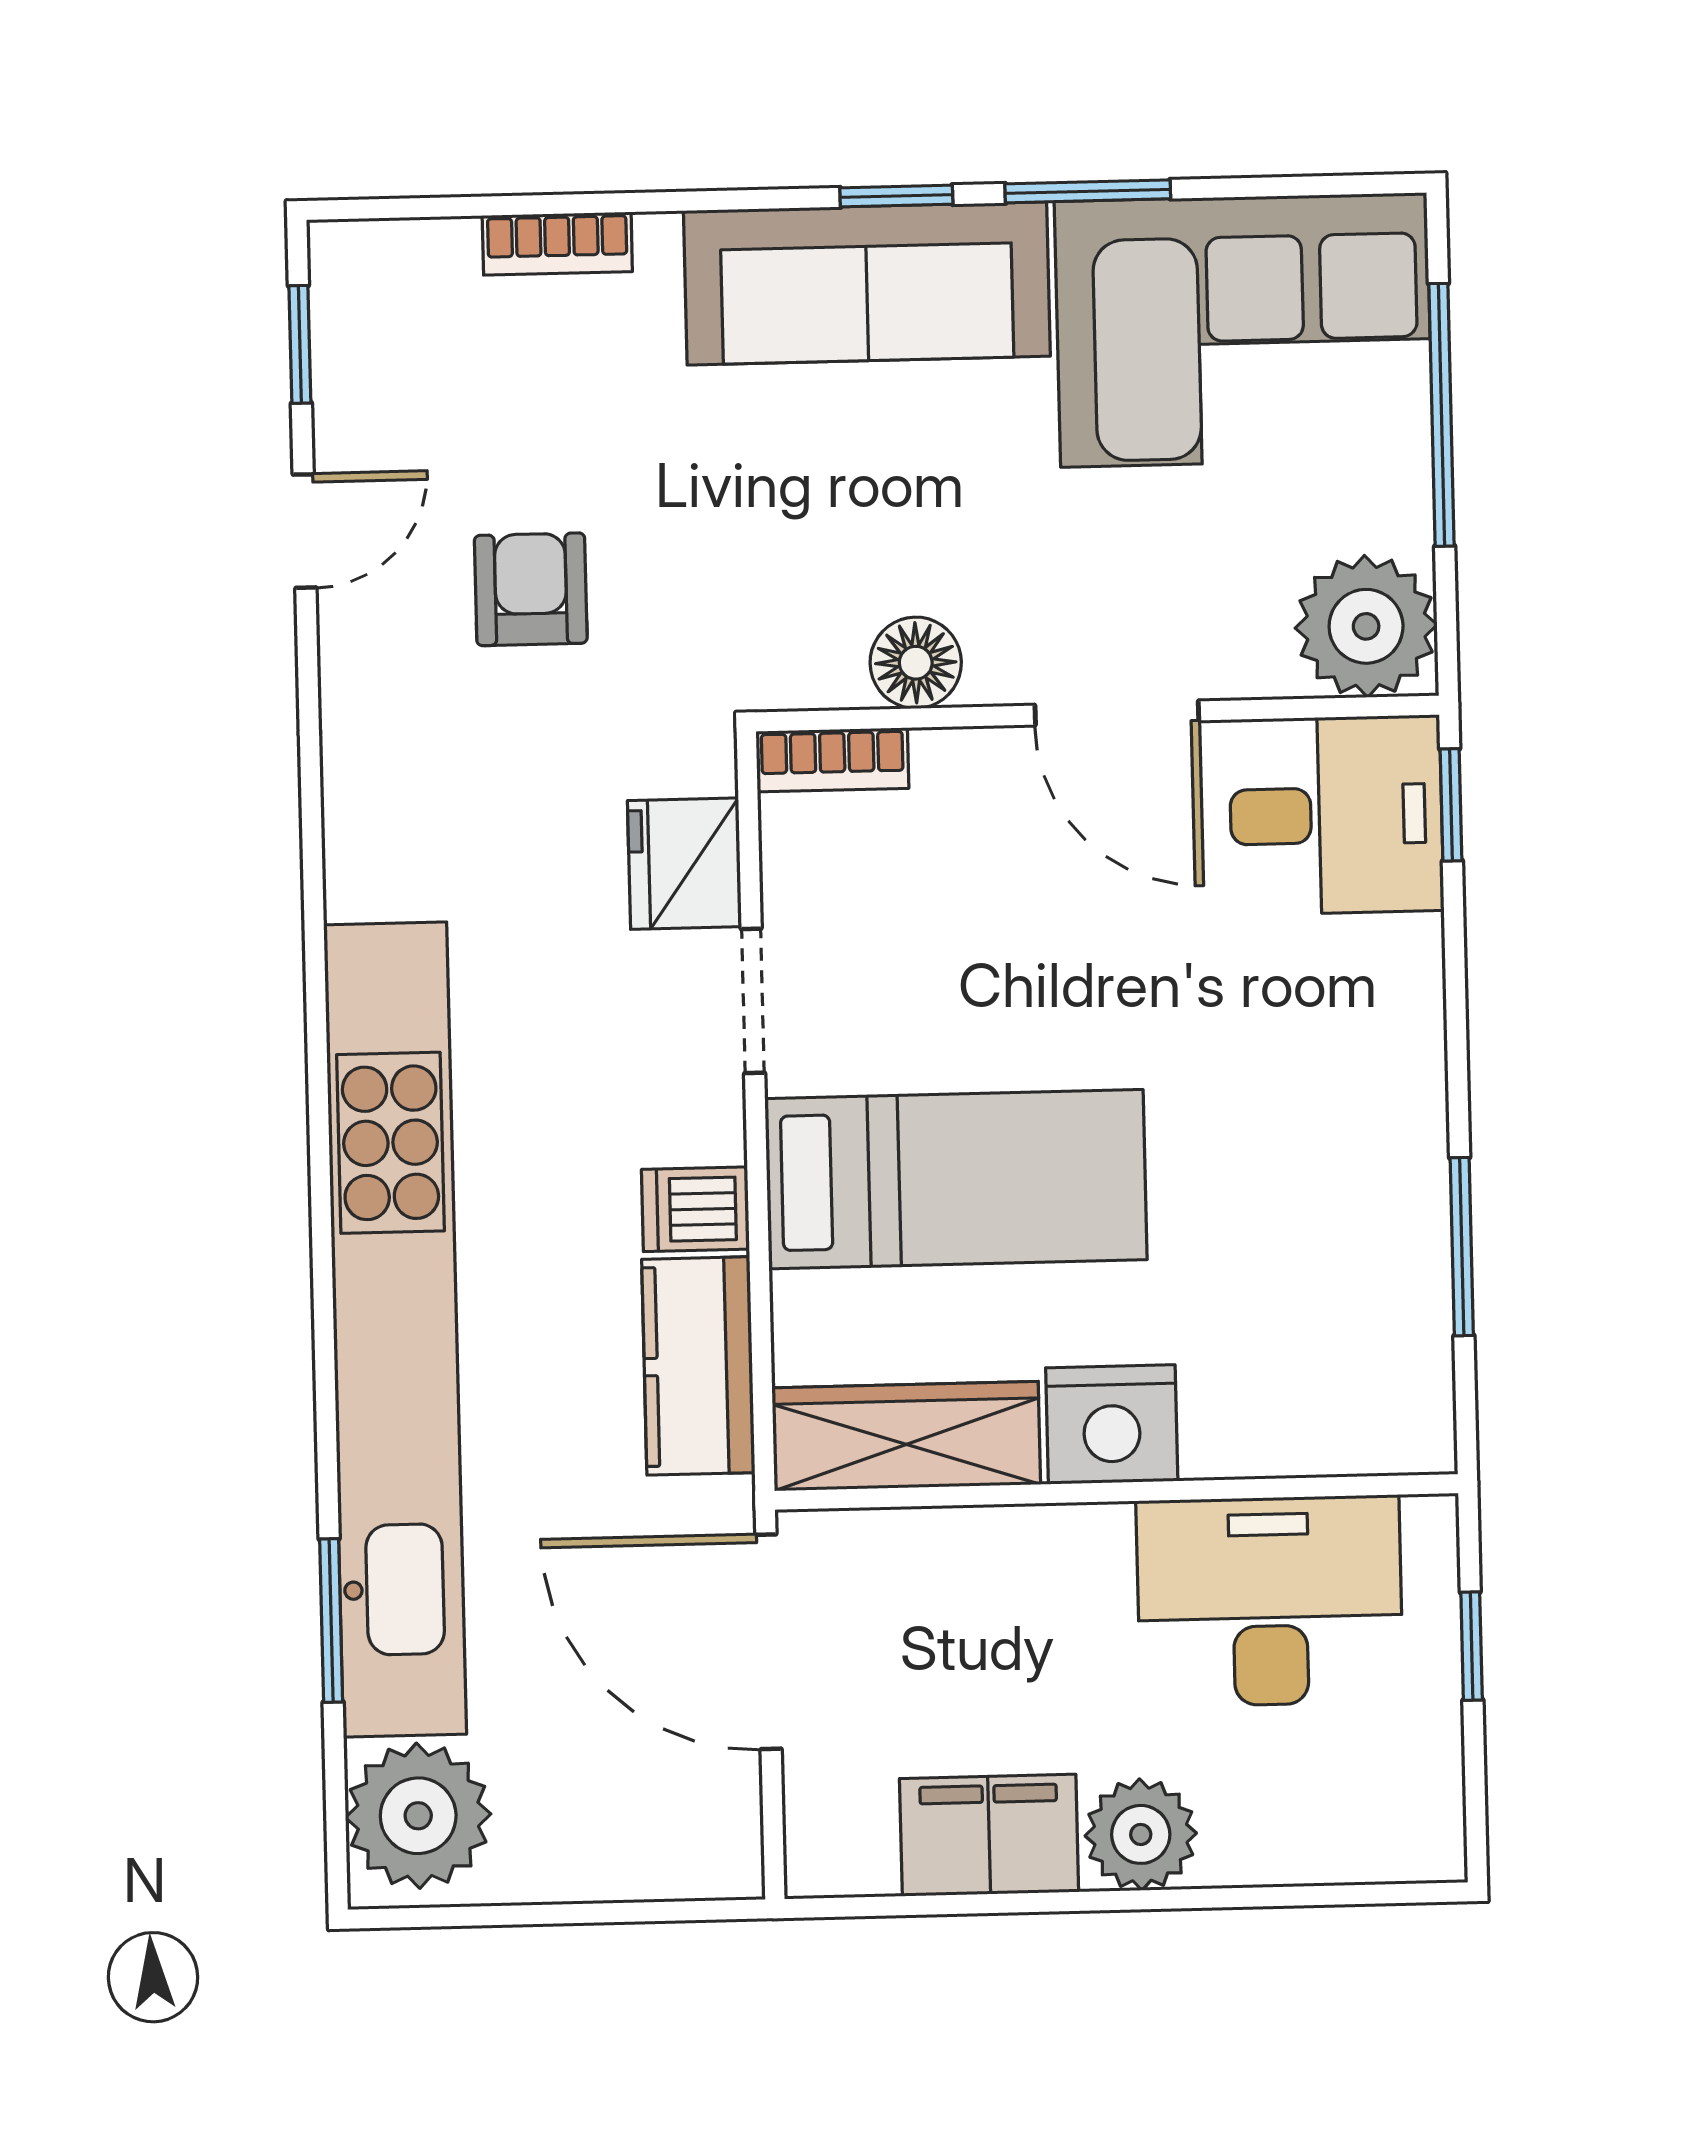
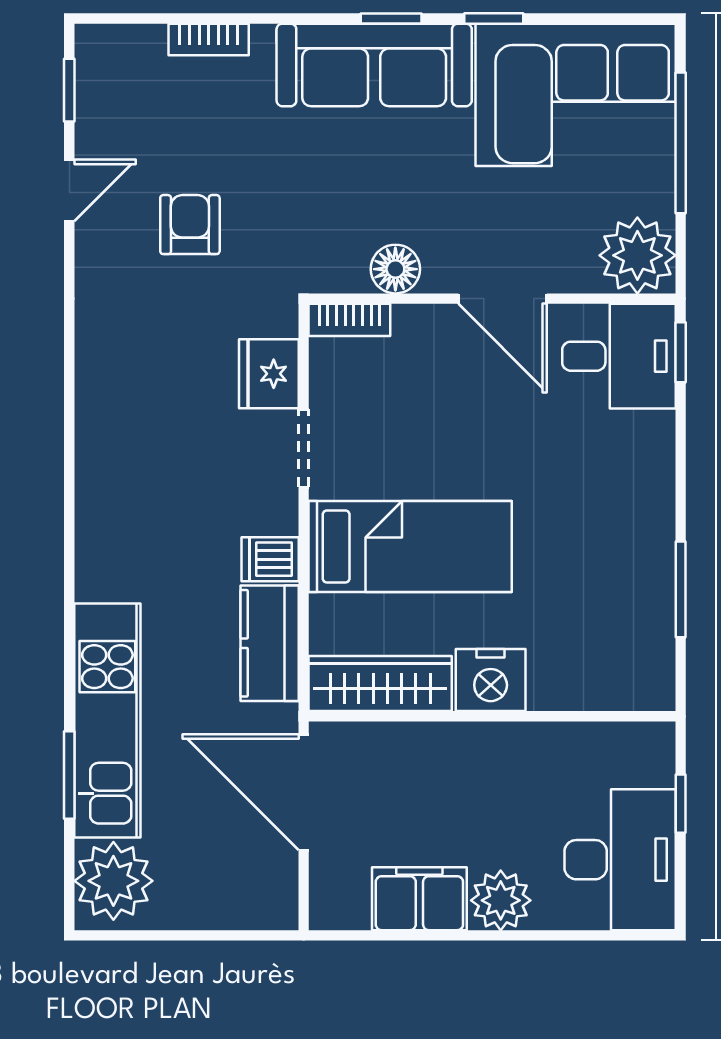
window: (1088, 191) -> (494, 18), width x0.67
kitchen unit: (395, 1330) -> (107, 721), width x0.54
desk: (1270, 1601) -> (620, 860), moved, turned 90

